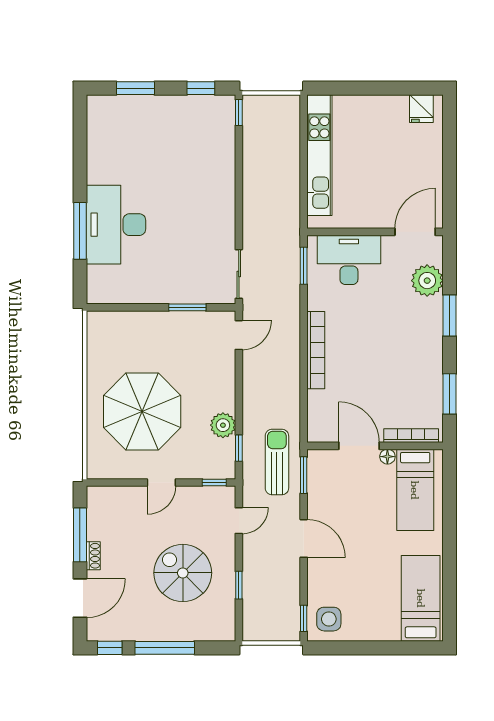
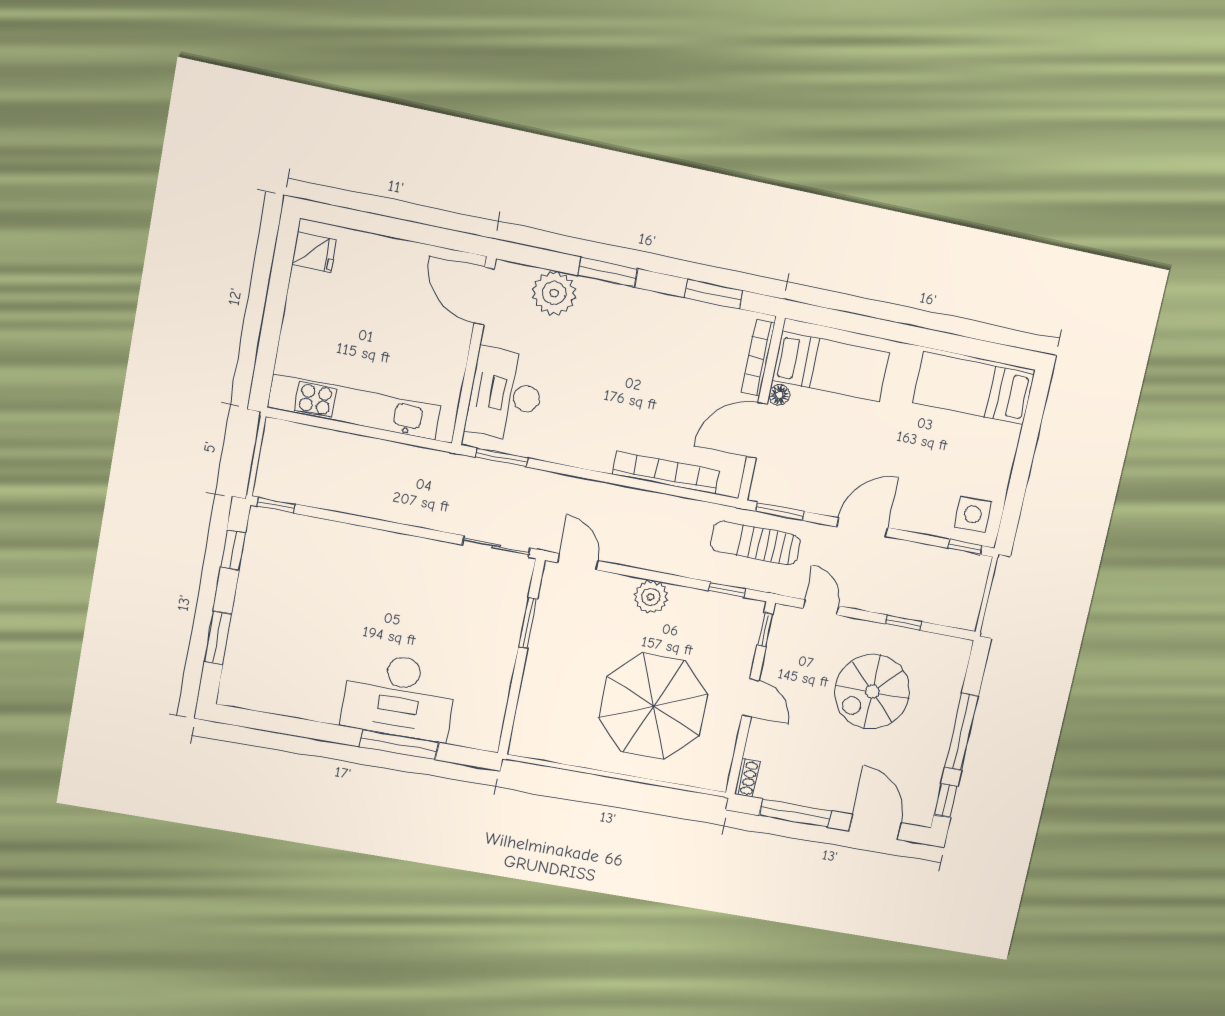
bookcase: (316, 350) -> (666, 473), moved
plant: (223, 425) -> (651, 597), moved
shoe rack: (93, 556) -> (747, 778), moved, turned 90

